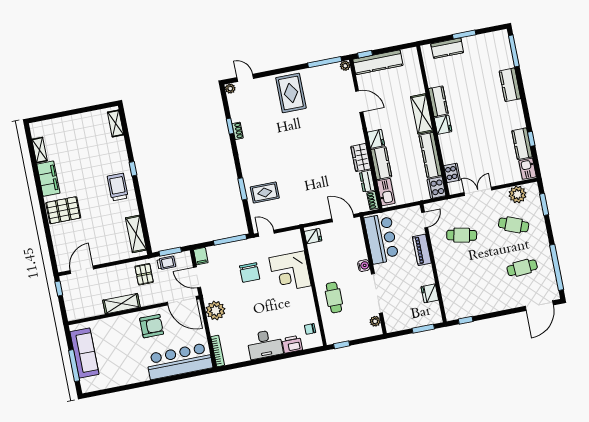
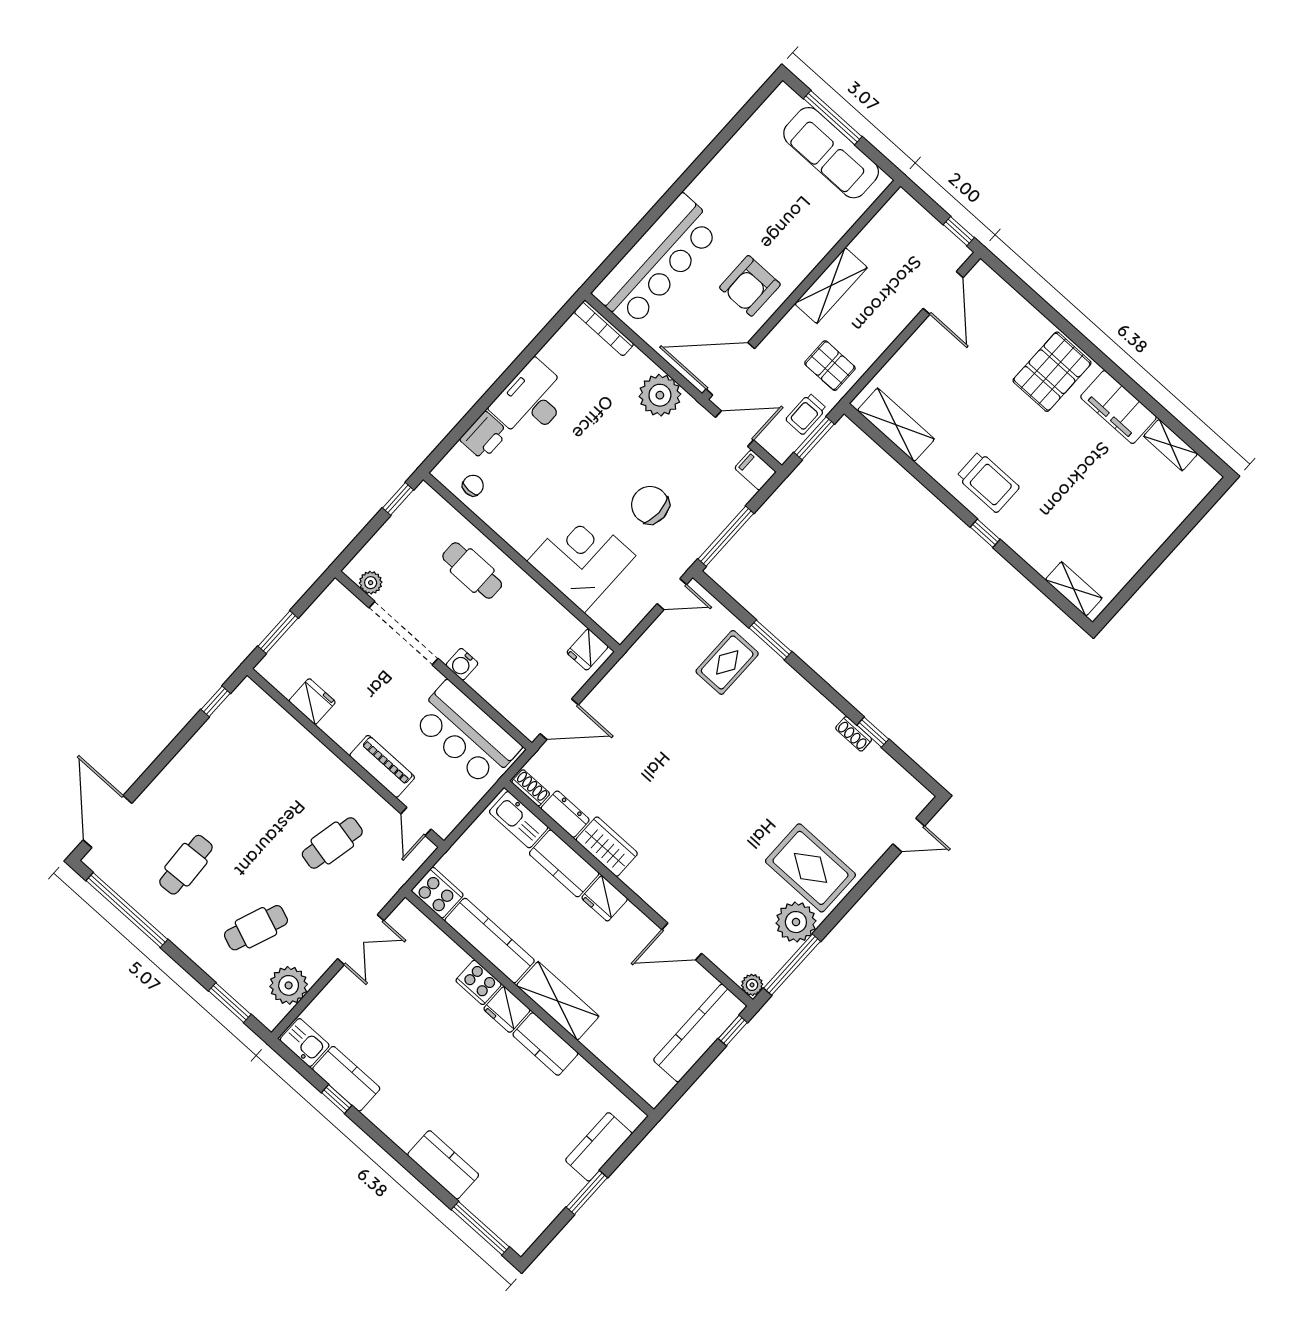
plant: (230, 89) -> (796, 922), moved, width x1.88, depth x1.88
cooker: (452, 173) -> (479, 982), moved

